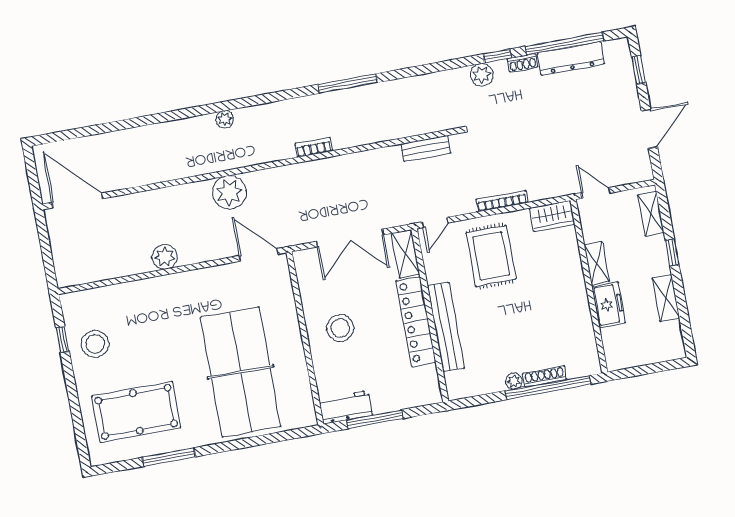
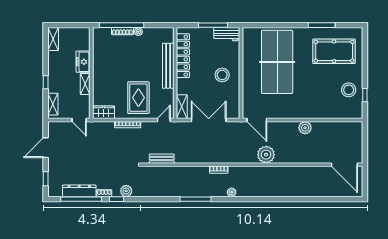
plant: (225, 119) -> (232, 192), moved
shelving: (666, 298) -> (53, 39), moved
locker: (416, 322) -> (183, 56), moved

